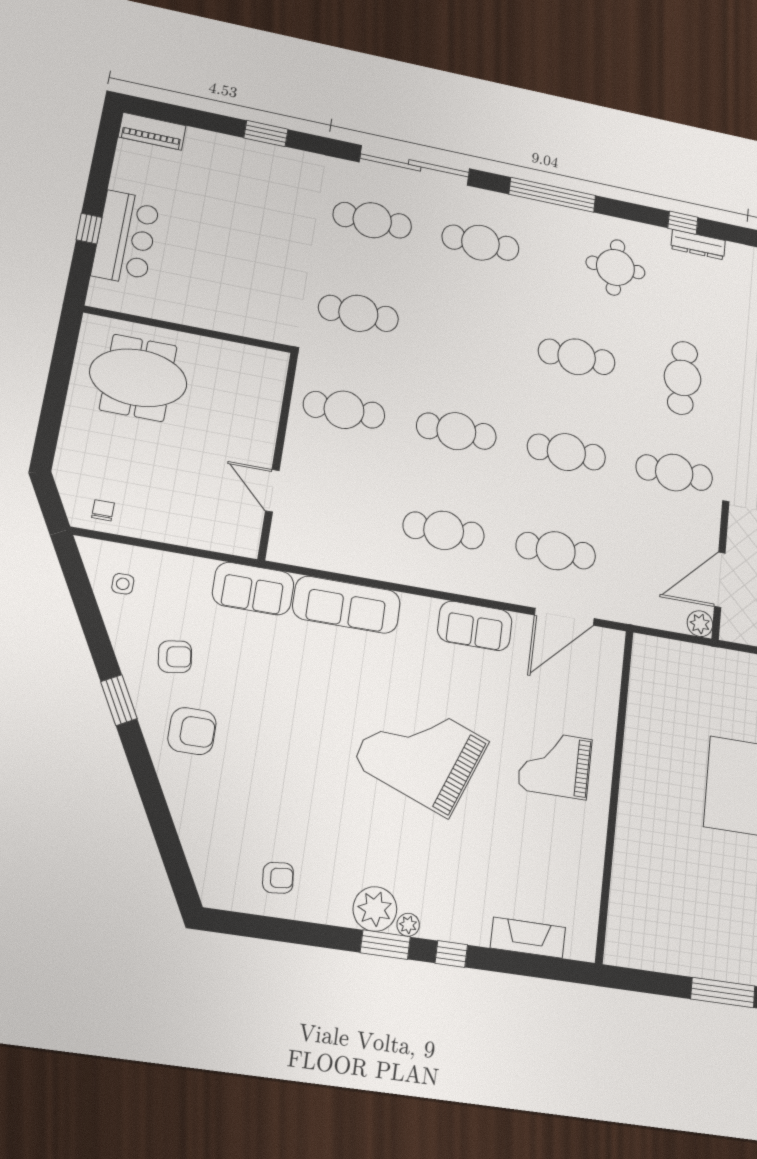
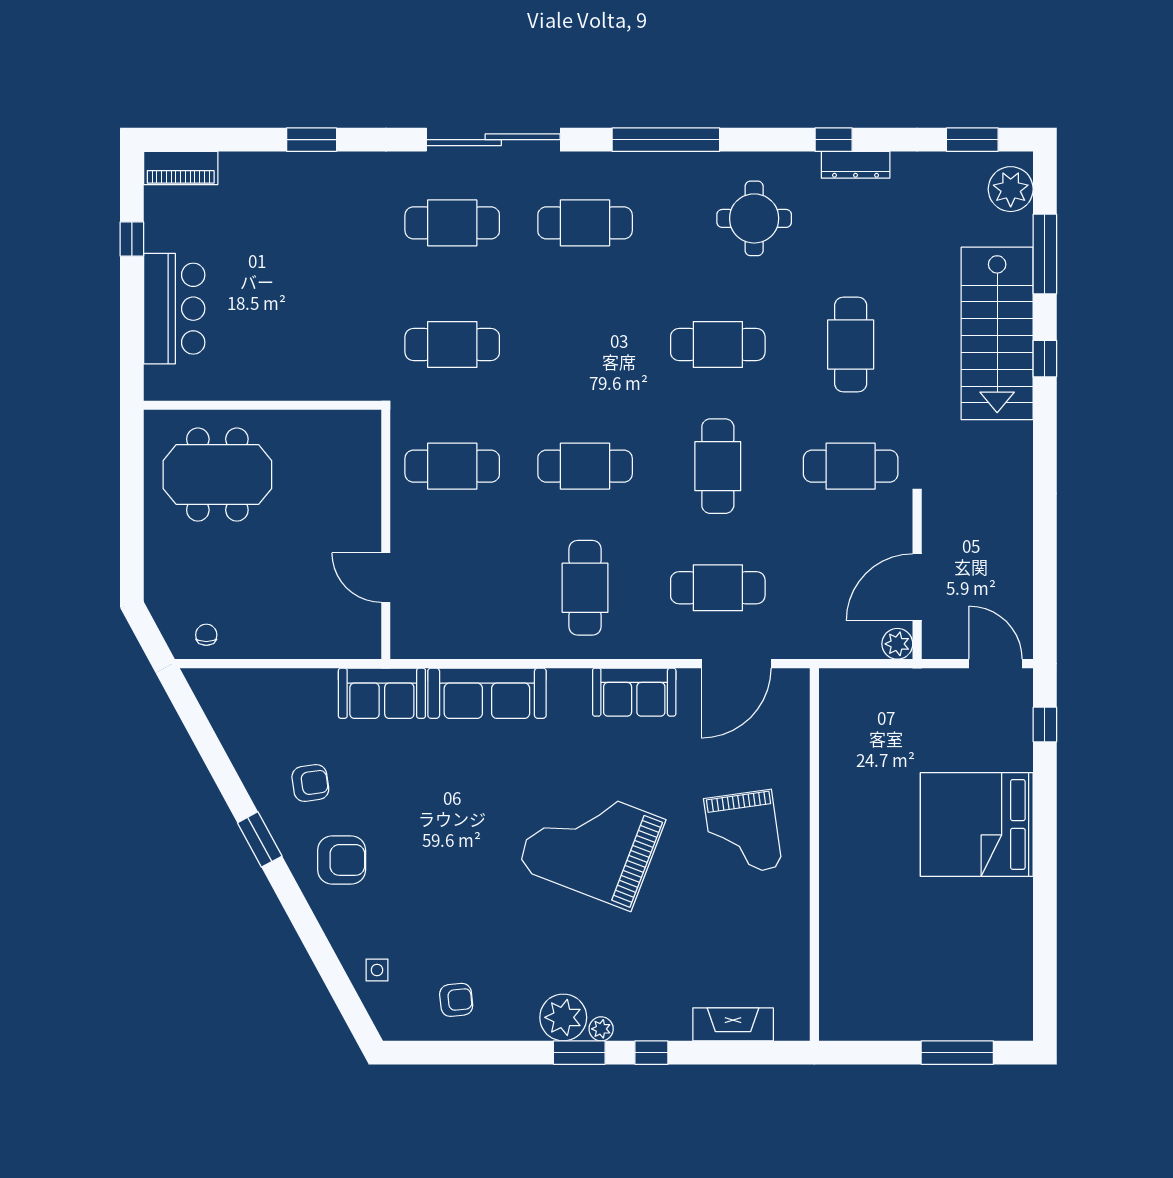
window: (89, 229) -> (132, 239), moved
cafe table: (566, 452) -> (718, 466), turned 90
cafe table: (444, 530) -> (585, 588), turned 90
side table: (123, 584) -> (377, 970), moved
grand piano: (555, 764) -> (743, 833), turned -98

